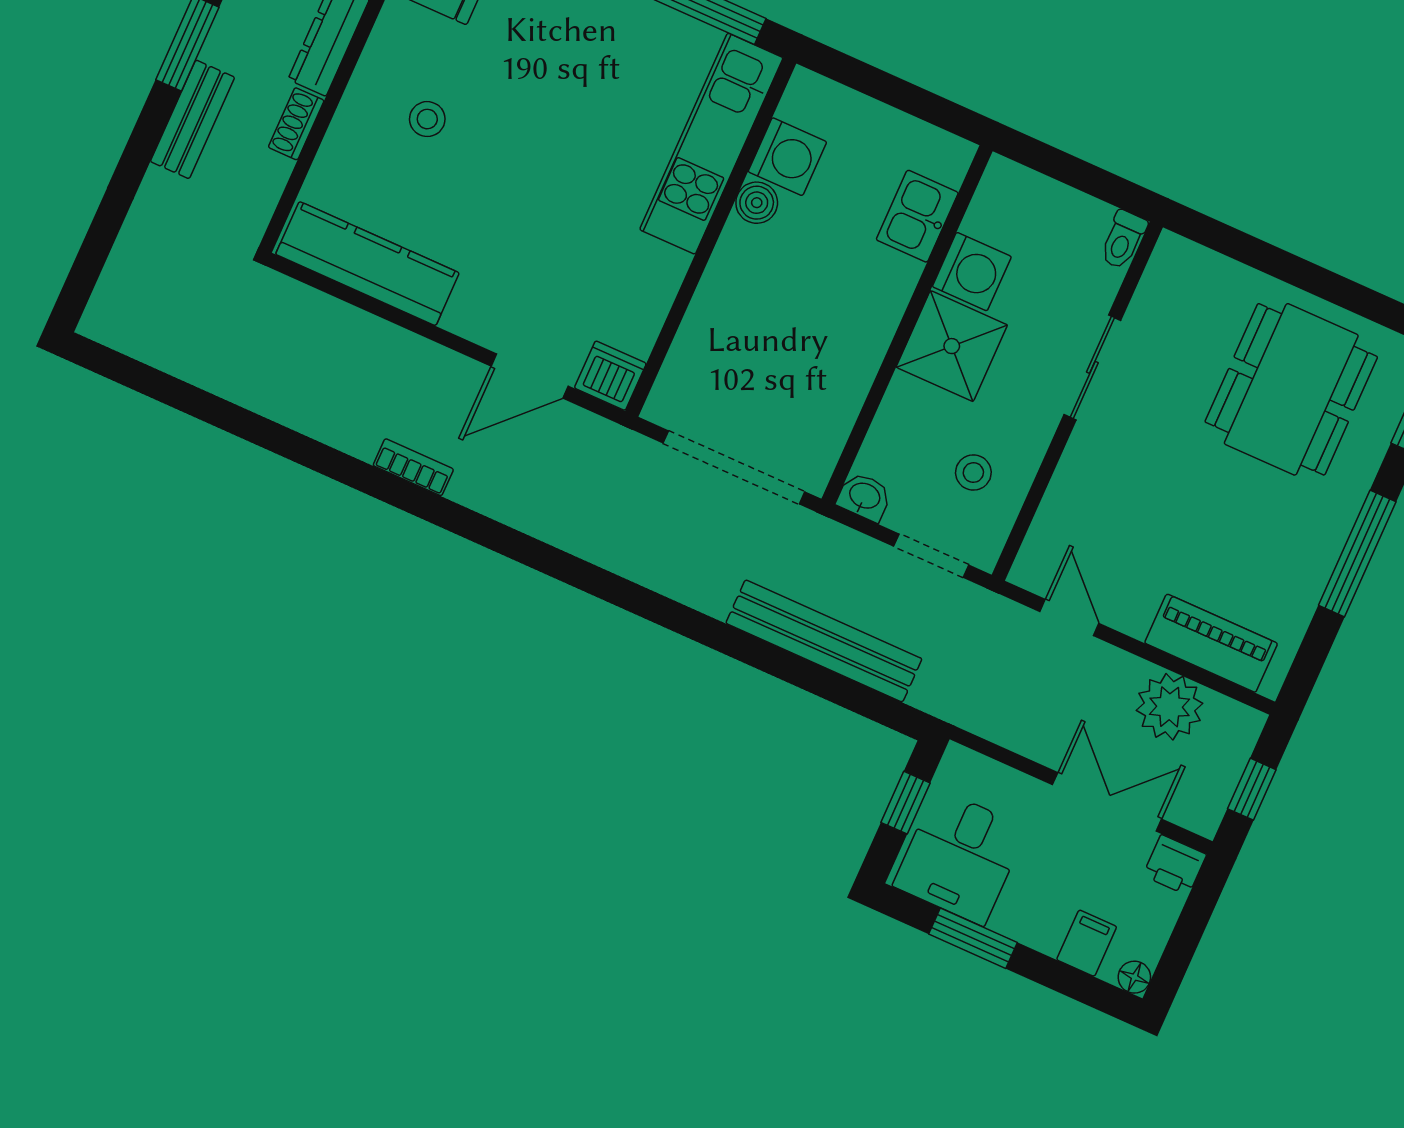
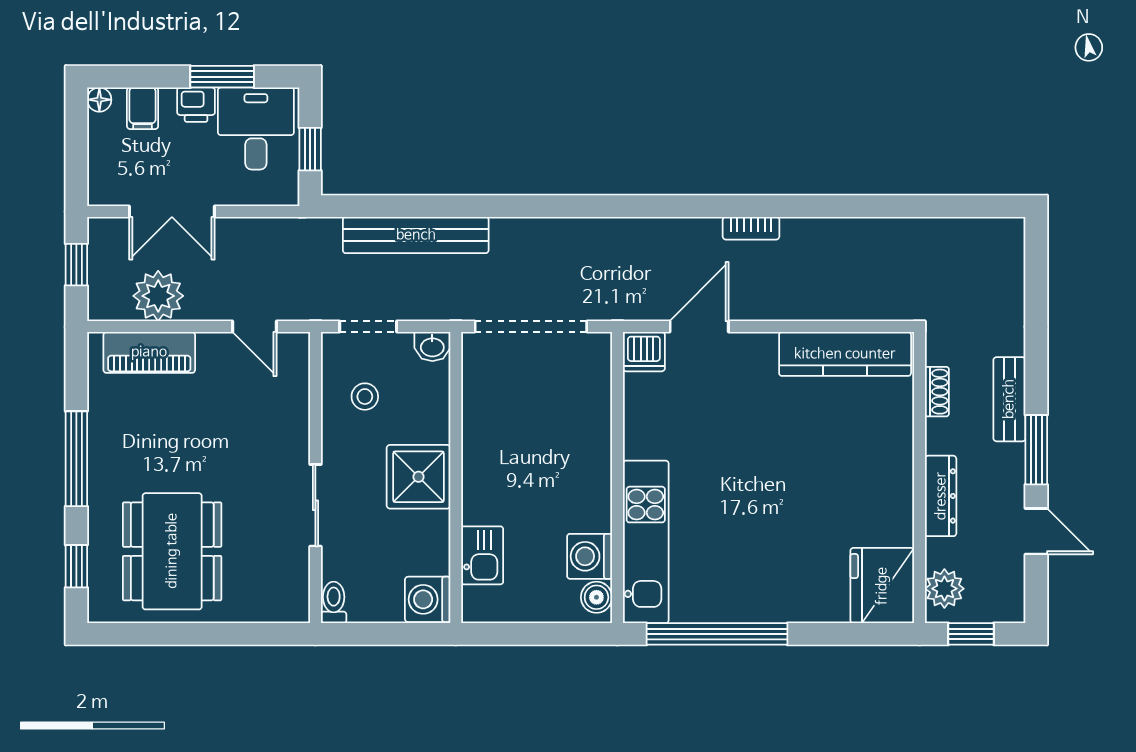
stool: (427, 119) -> (848, 472), removed
shoe rack: (296, 124) -> (937, 392), moved
boiler: (757, 203) -> (596, 597), moved
washing machine: (972, 272) -> (428, 599), moved
printer: (1175, 865) -> (196, 105), moved, turned 180

